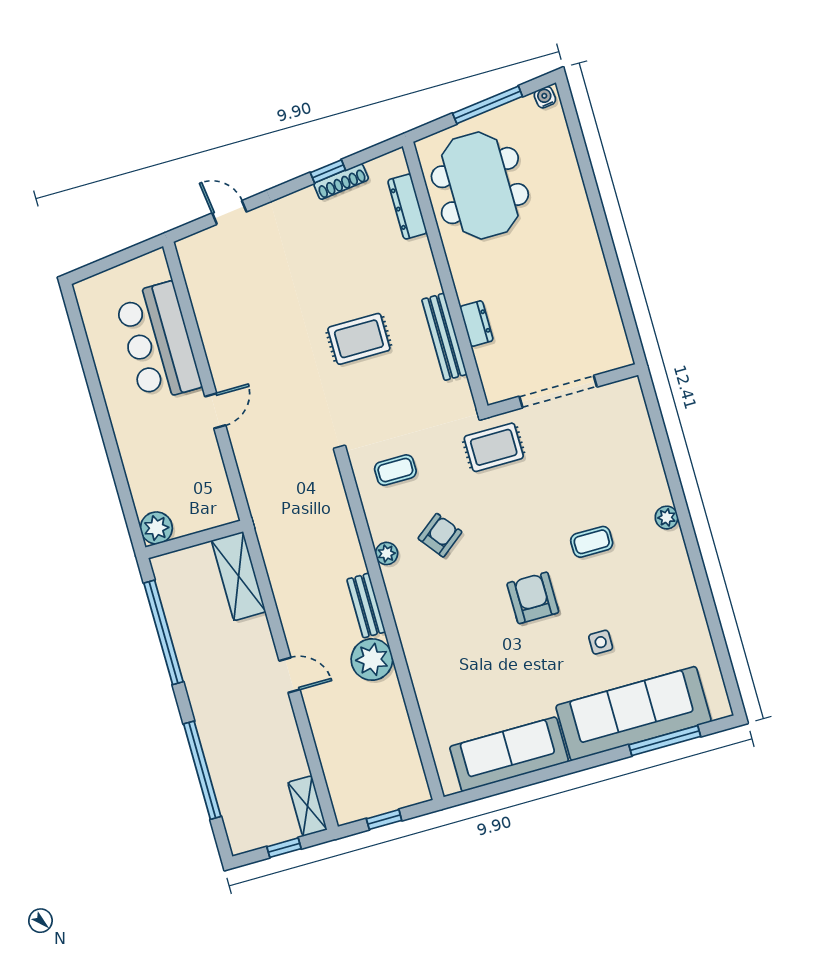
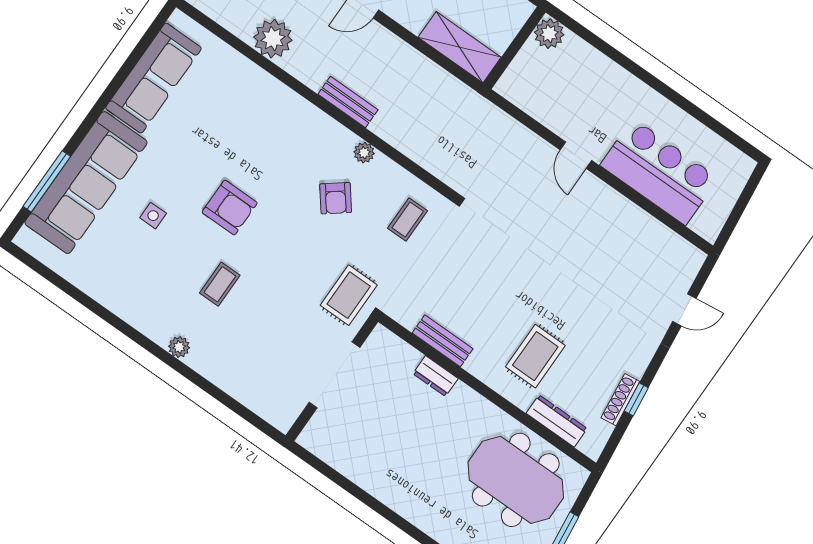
bench: (444, 337) -> (443, 341), width x0.73
rug: (359, 339) -> (535, 356), moved
plant: (372, 660) -> (273, 39), moved

